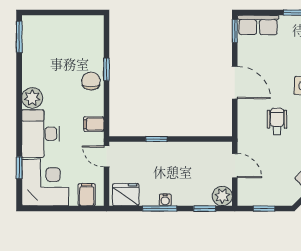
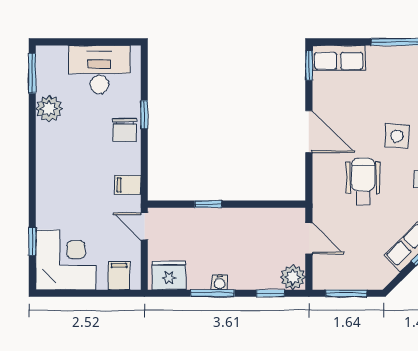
chair: (91, 81) -> (124, 130), turned 180
plant: (32, 98) -> (49, 109), moved
wheelchair: (277, 121) -> (363, 181), width x1.36, depth x1.37
desk: (41, 134) -> (99, 69), moved, turned 90
window: (264, 209) -> (346, 293), width x1.50

